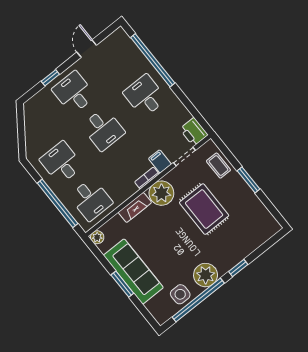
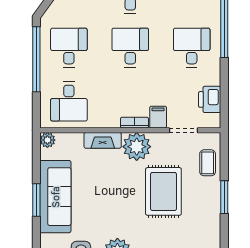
desk: (103, 129) -> (130, 48), turned 180
printer: (194, 132) -> (210, 99), moved
window: (58, 203) -> (36, 59), moved

